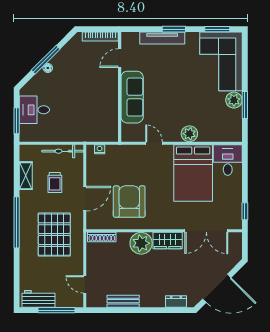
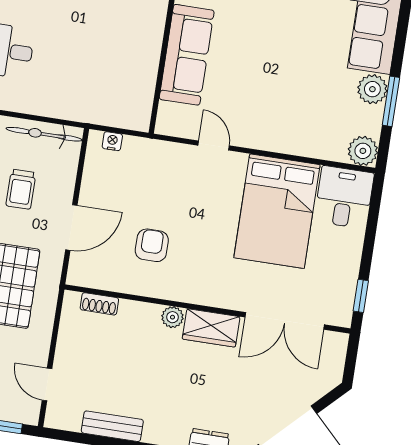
plant: (189, 134) -> (363, 151), moved
armchair: (129, 202) -> (152, 245), width x0.53, depth x0.53
shoe rack: (102, 237) -> (99, 304), width x0.70
plant: (141, 243) -> (172, 317), width x0.53, depth x0.53

